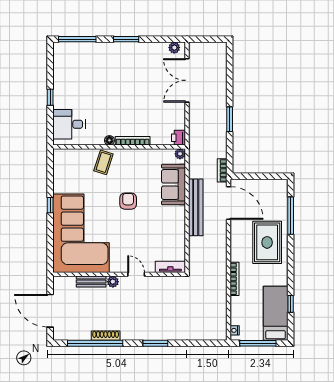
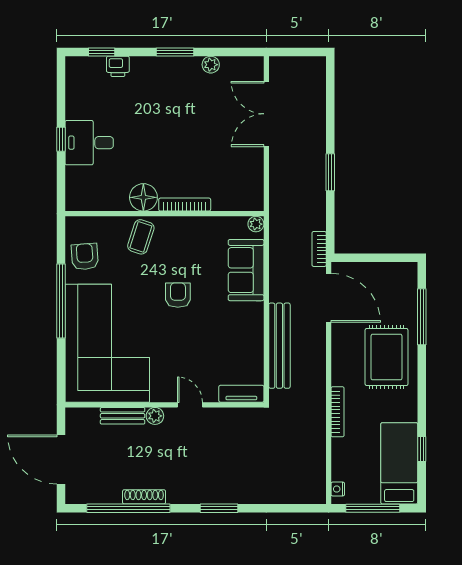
window: (77, 39) -> (102, 52), width x0.46
plant: (174, 48) -> (211, 65), moved
desk: (69, 124) -> (89, 143), moved
printer: (179, 138) -> (118, 66), moved, turned -90
floor lamp: (109, 140) -> (143, 197), width x1.89, depth x1.89
armchair: (66, 176) -> (85, 257), added
window: (50, 205) -> (61, 301), width x3.17
bench: (196, 207) -> (279, 346), moved

